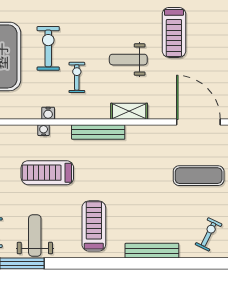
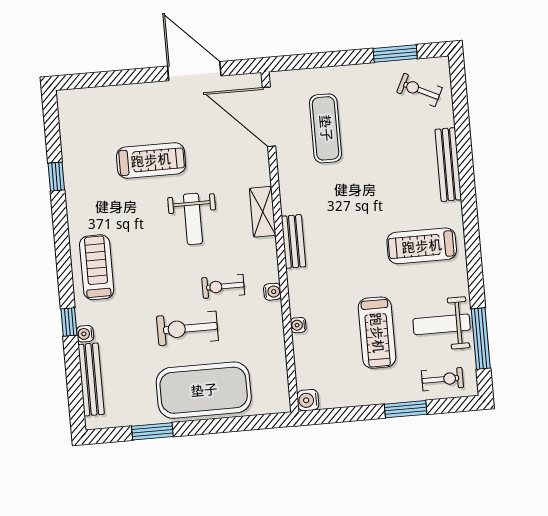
water cooler: (48, 113) -> (272, 292), moved
door: (198, 122) -> (269, 117), hinge flipped
bench: (98, 132) -> (293, 241), width x0.73
treadmill: (47, 173) -> (377, 333), moved
exercise mat: (199, 176) -> (326, 128), moved

